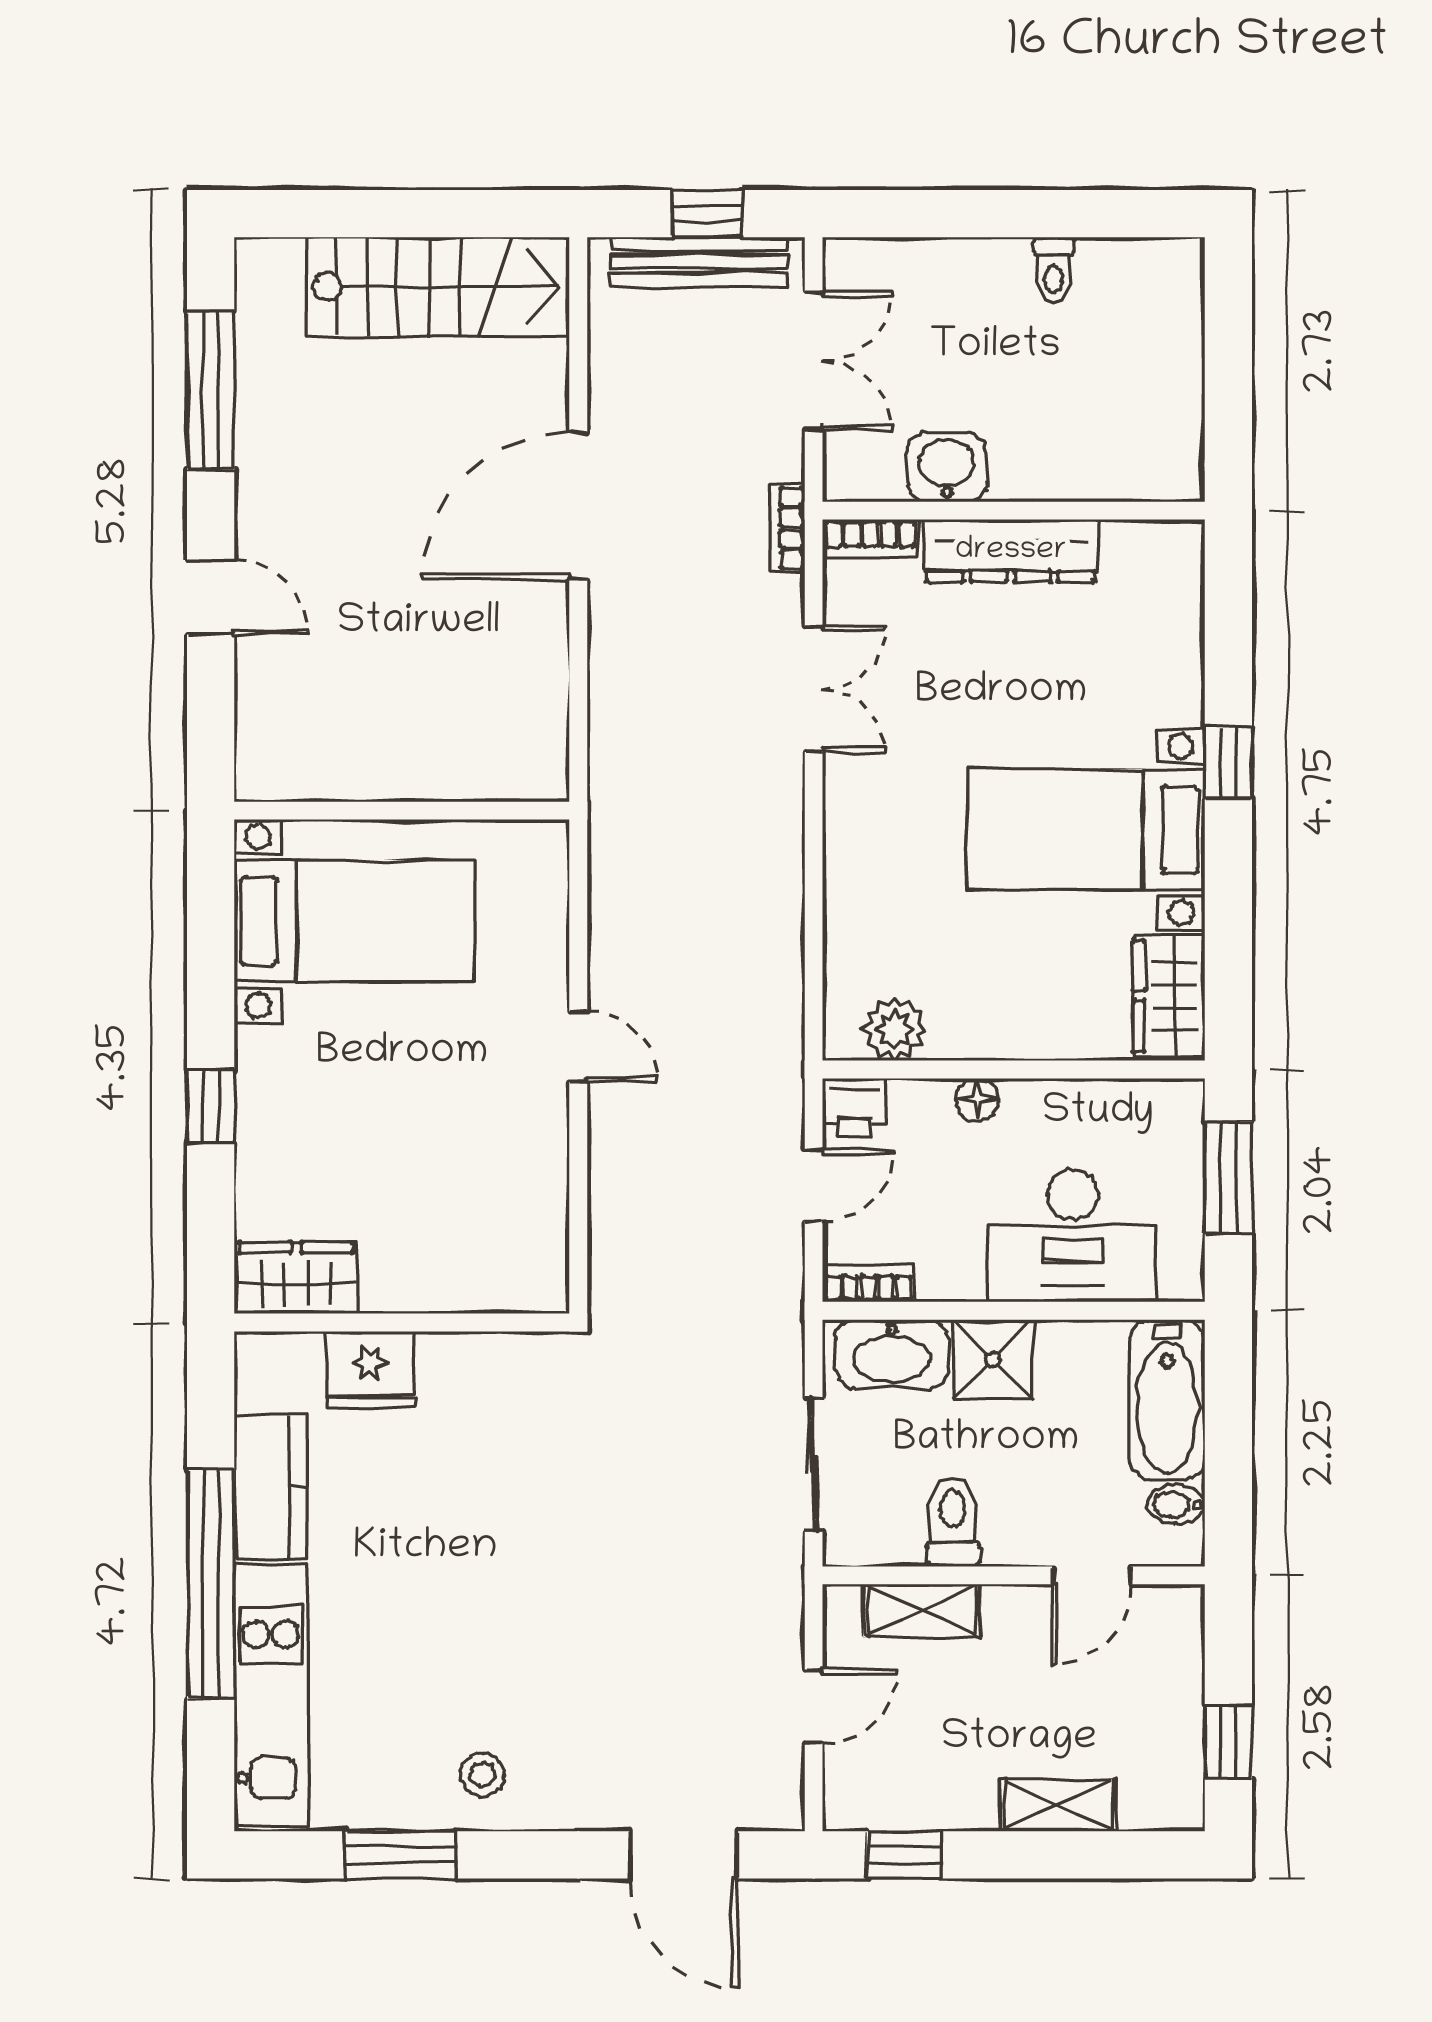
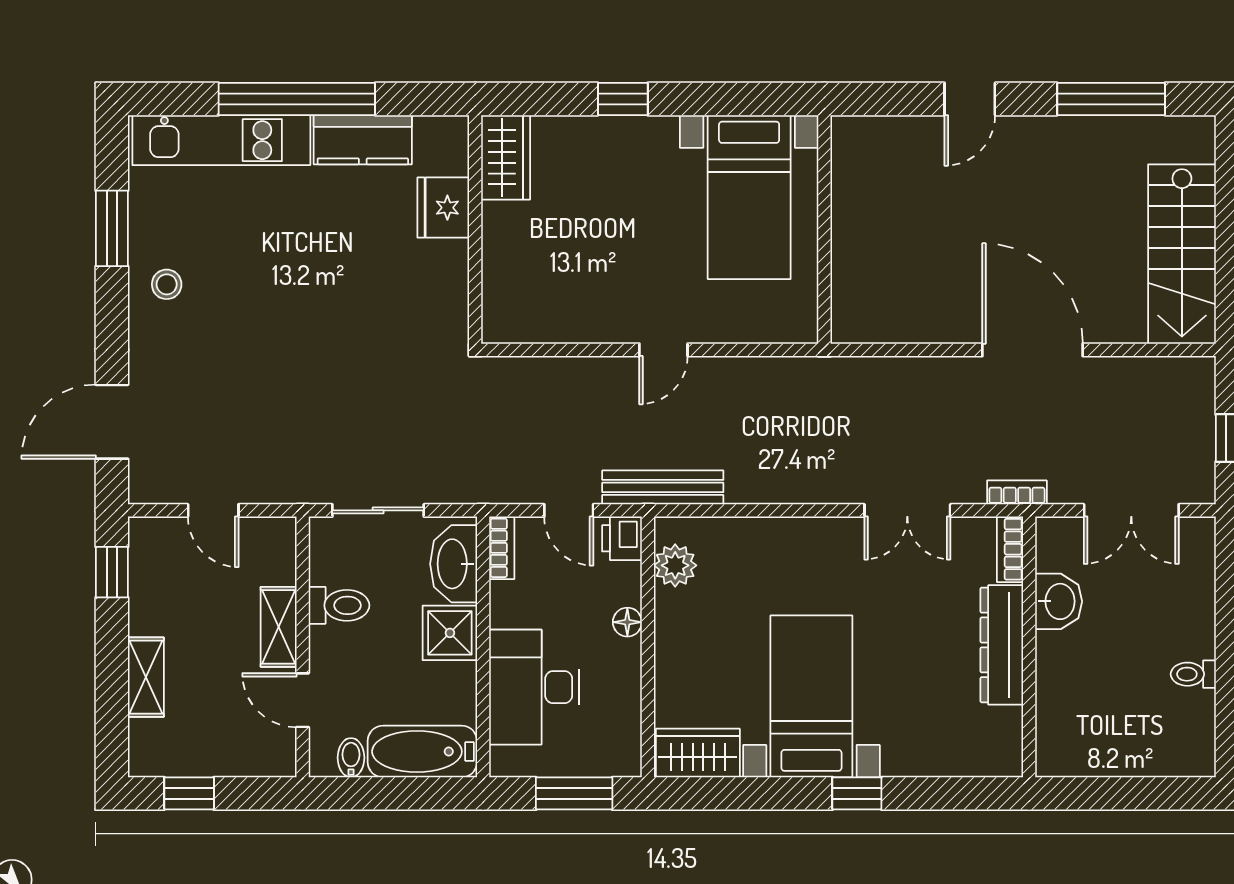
bench: (699, 262) -> (663, 487), moved, turned 90
shelving: (922, 1611) -> (279, 627), moved

